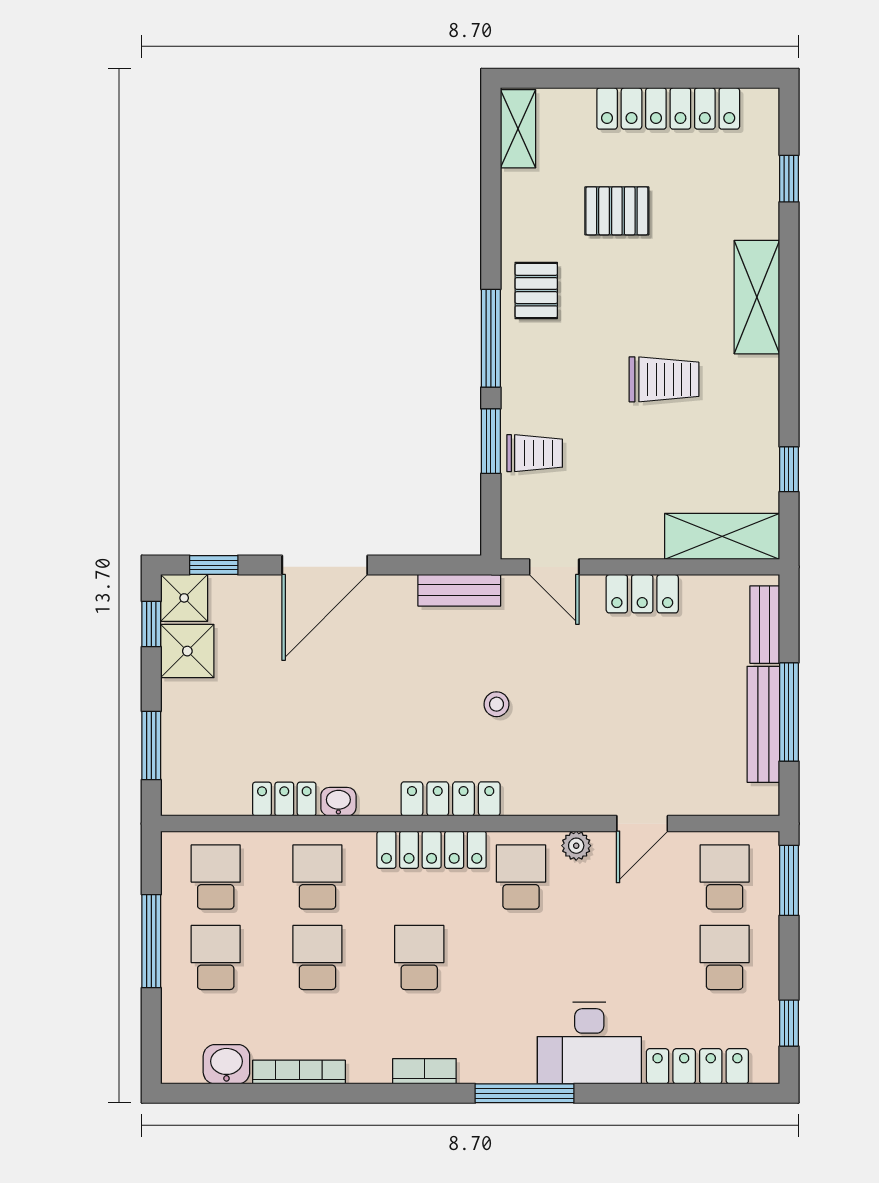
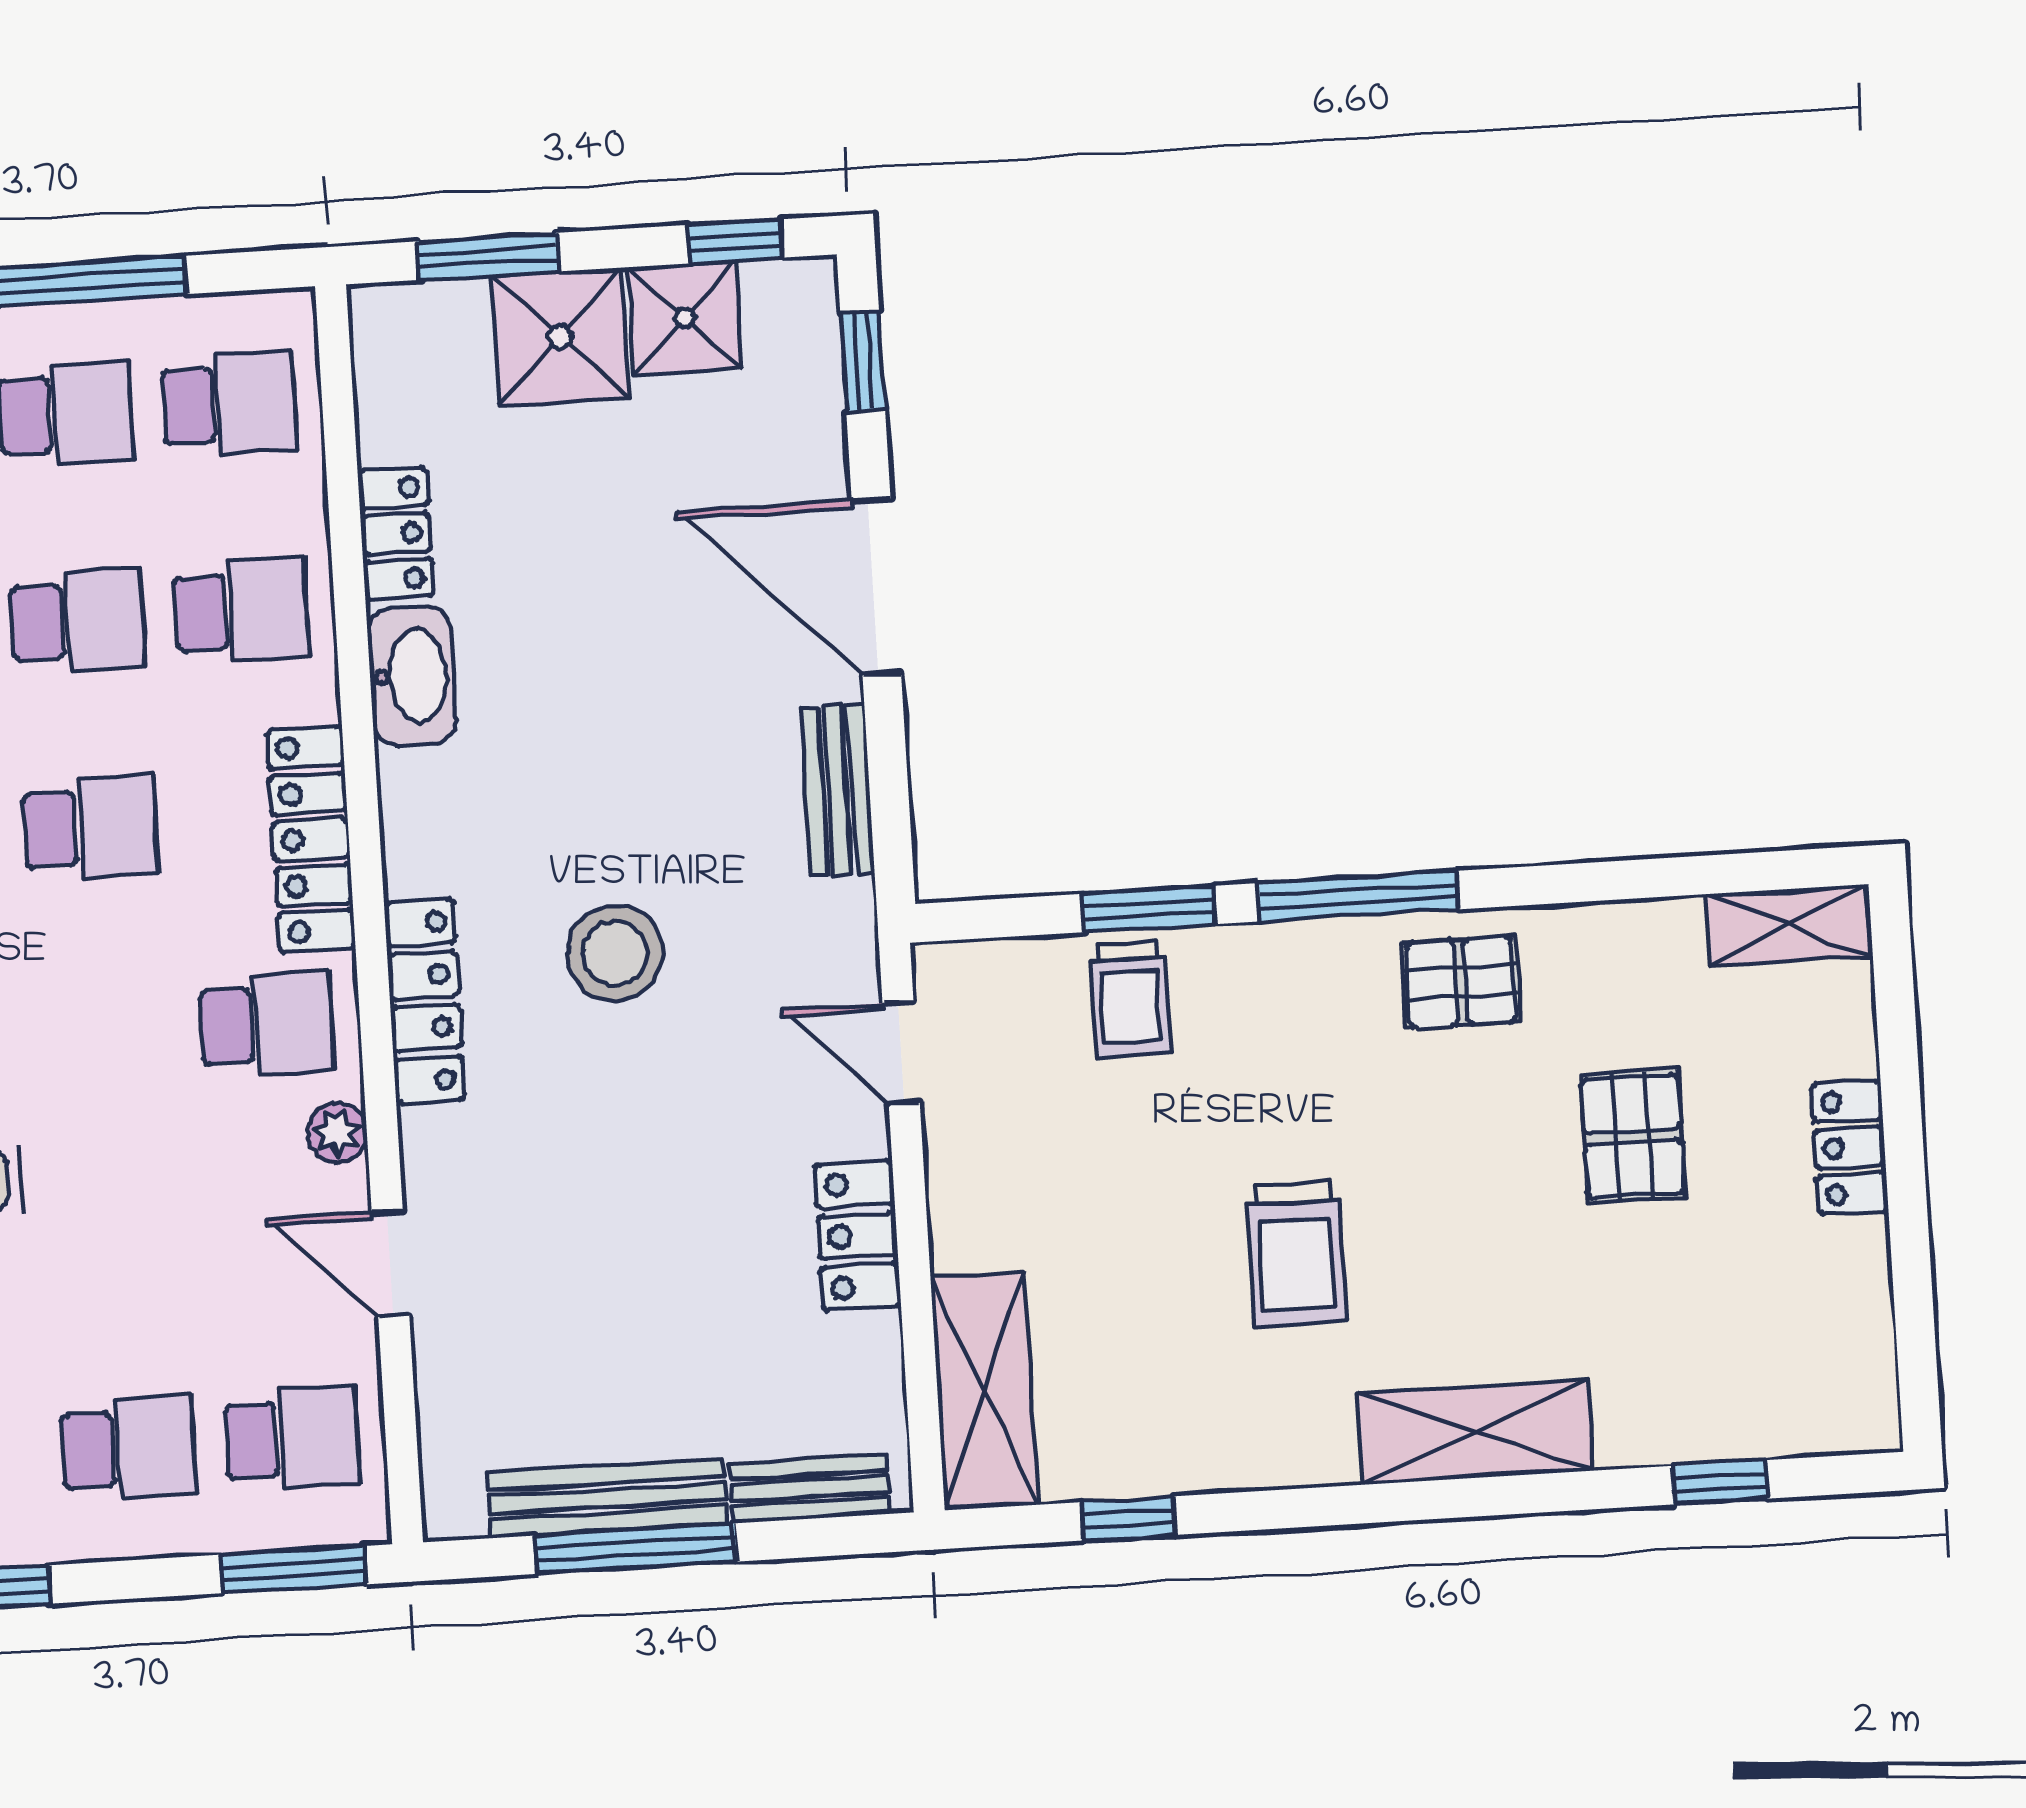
locker: (668, 108) -> (1850, 1148), width x0.46, depth x0.83
door: (554, 567) -> (901, 1053), hinge flipped
bench: (459, 590) -> (837, 790), moved
shower: (184, 598) -> (560, 337), moved, width x1.36, depth x1.36
stool: (496, 704) -> (615, 953), width x1.89, depth x1.89
locker: (451, 799) -> (425, 1001), moved
washbasin: (338, 802) -> (412, 676), width x1.91, depth x1.45

